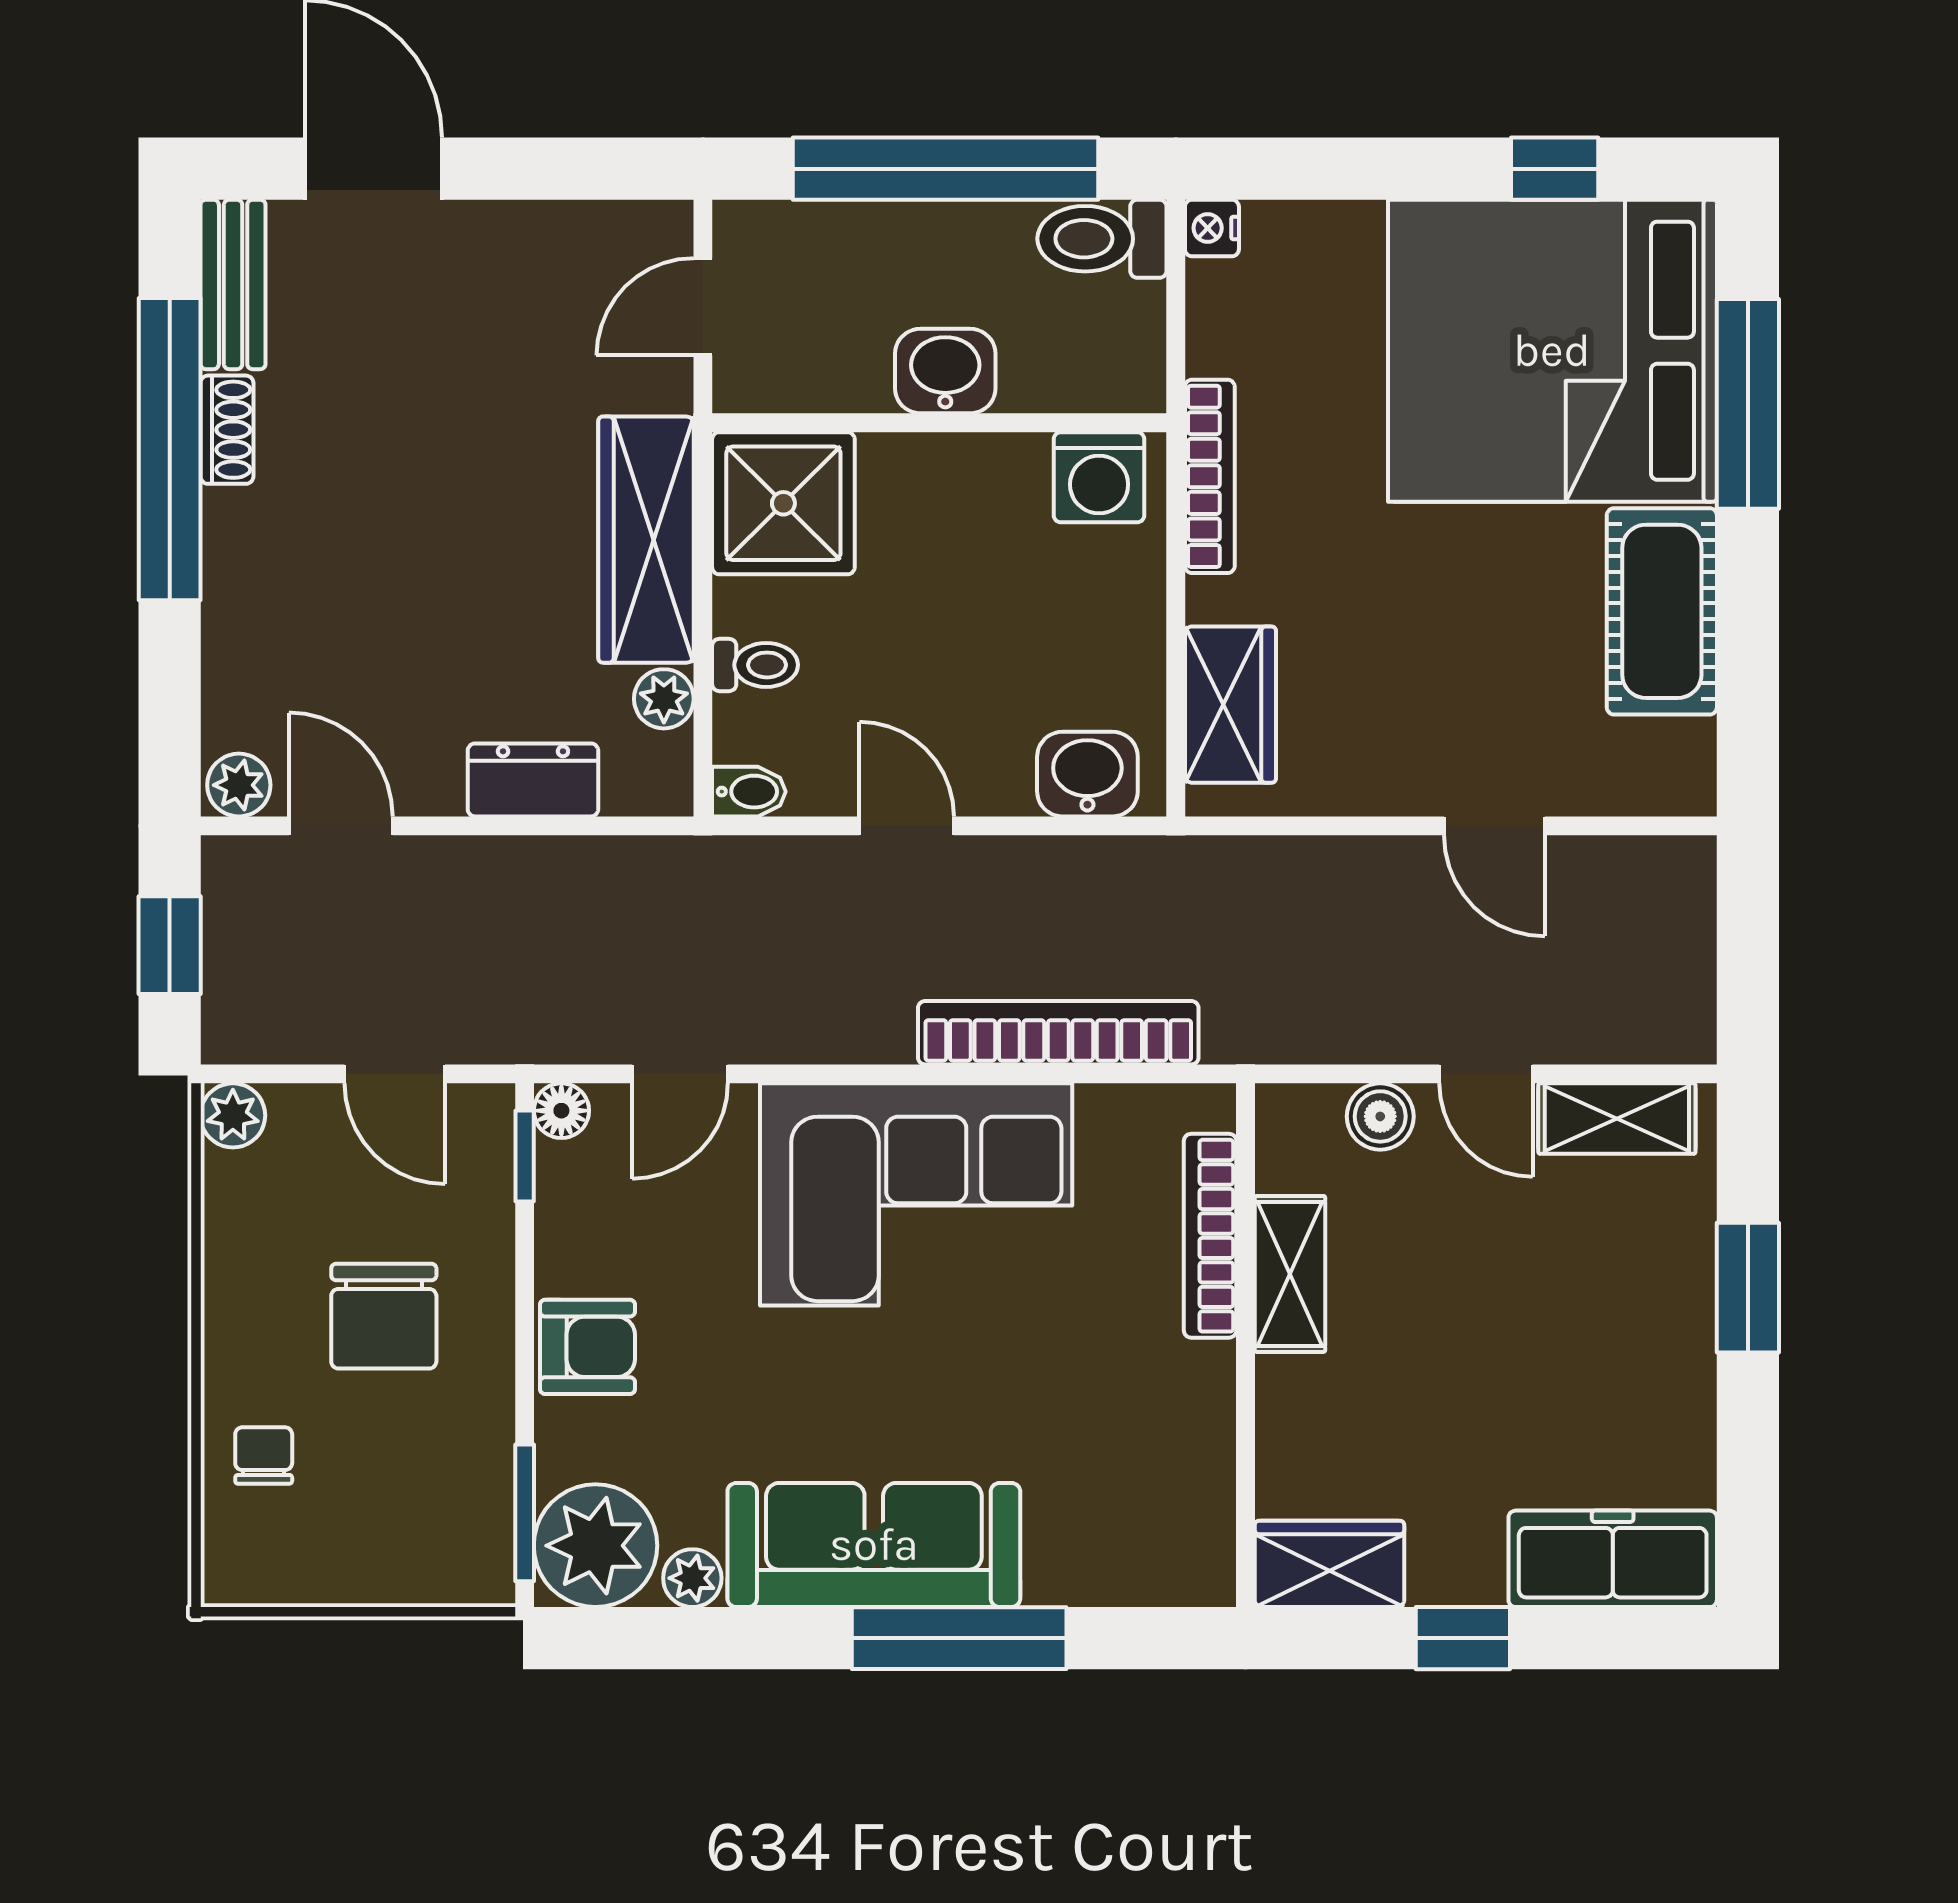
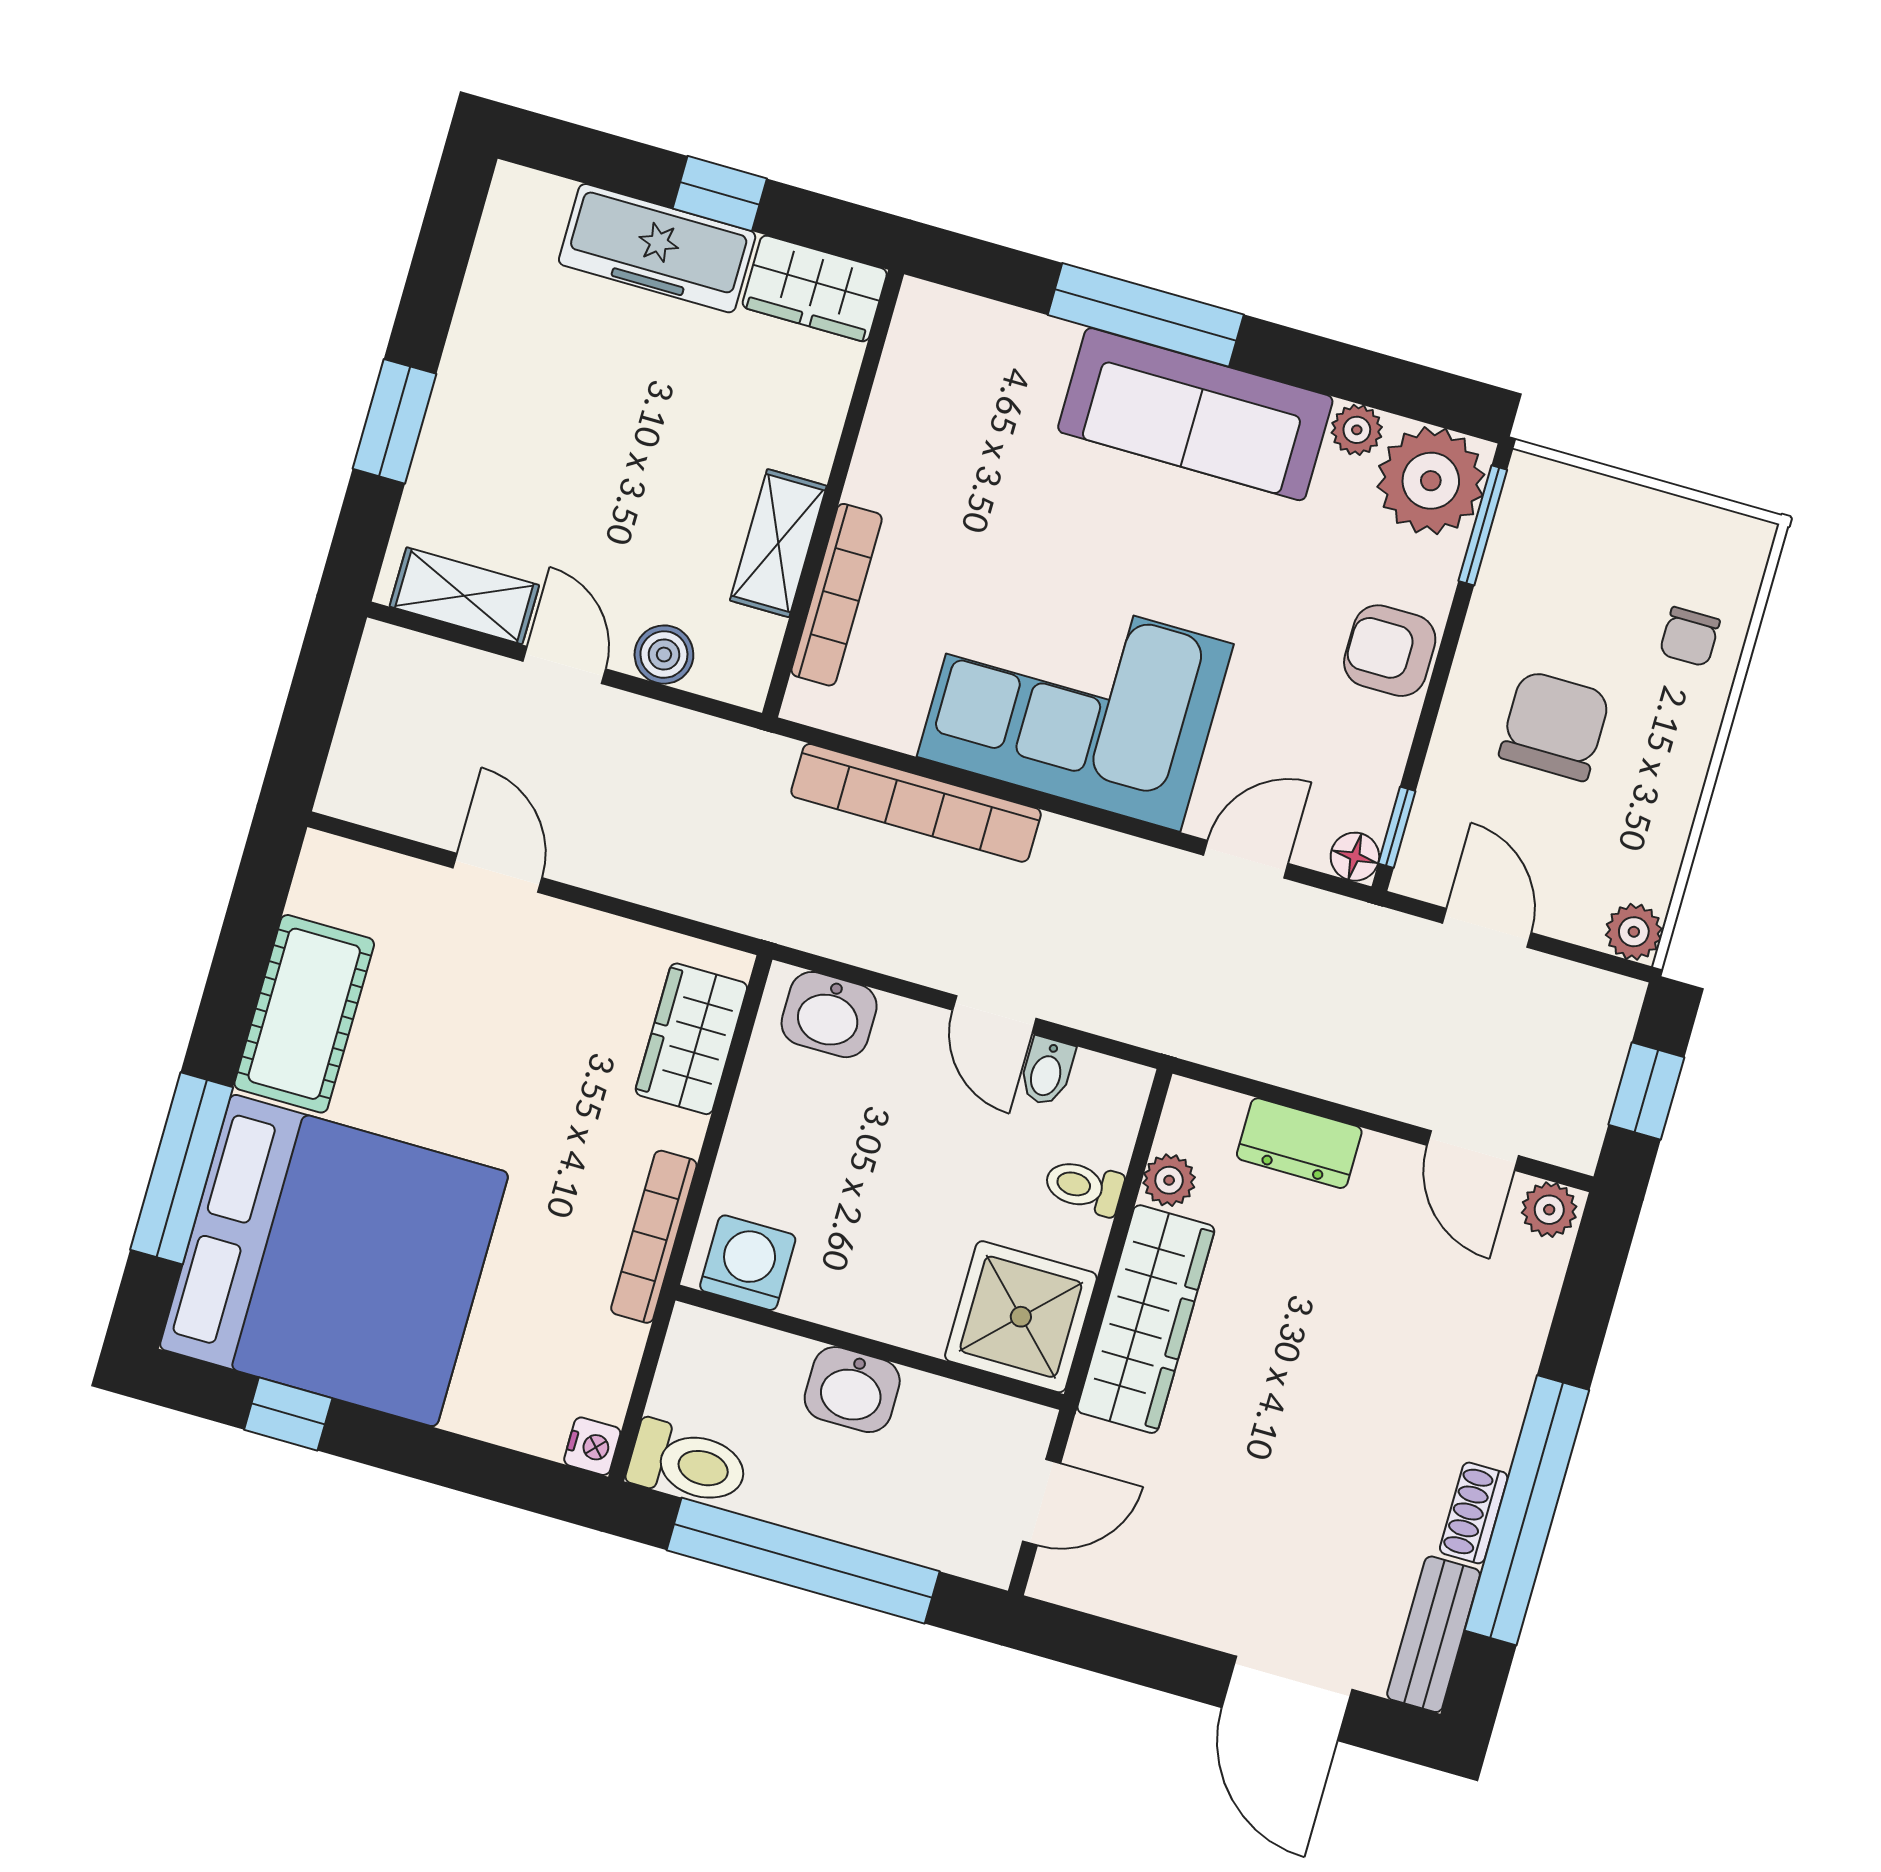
bidet: (749, 792) -> (1047, 1071), moved, turned -90
freezer: (1613, 1559) -> (657, 248), moved

